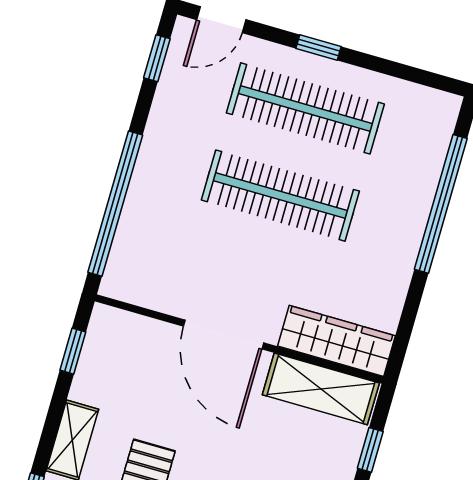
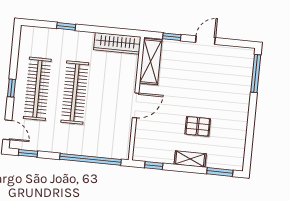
window: (441, 204) -> (66, 26), width x0.32
door: (224, 335) -> (136, 105), width x0.73
wardrobe: (337, 341) -> (117, 43), moved, turned -90

